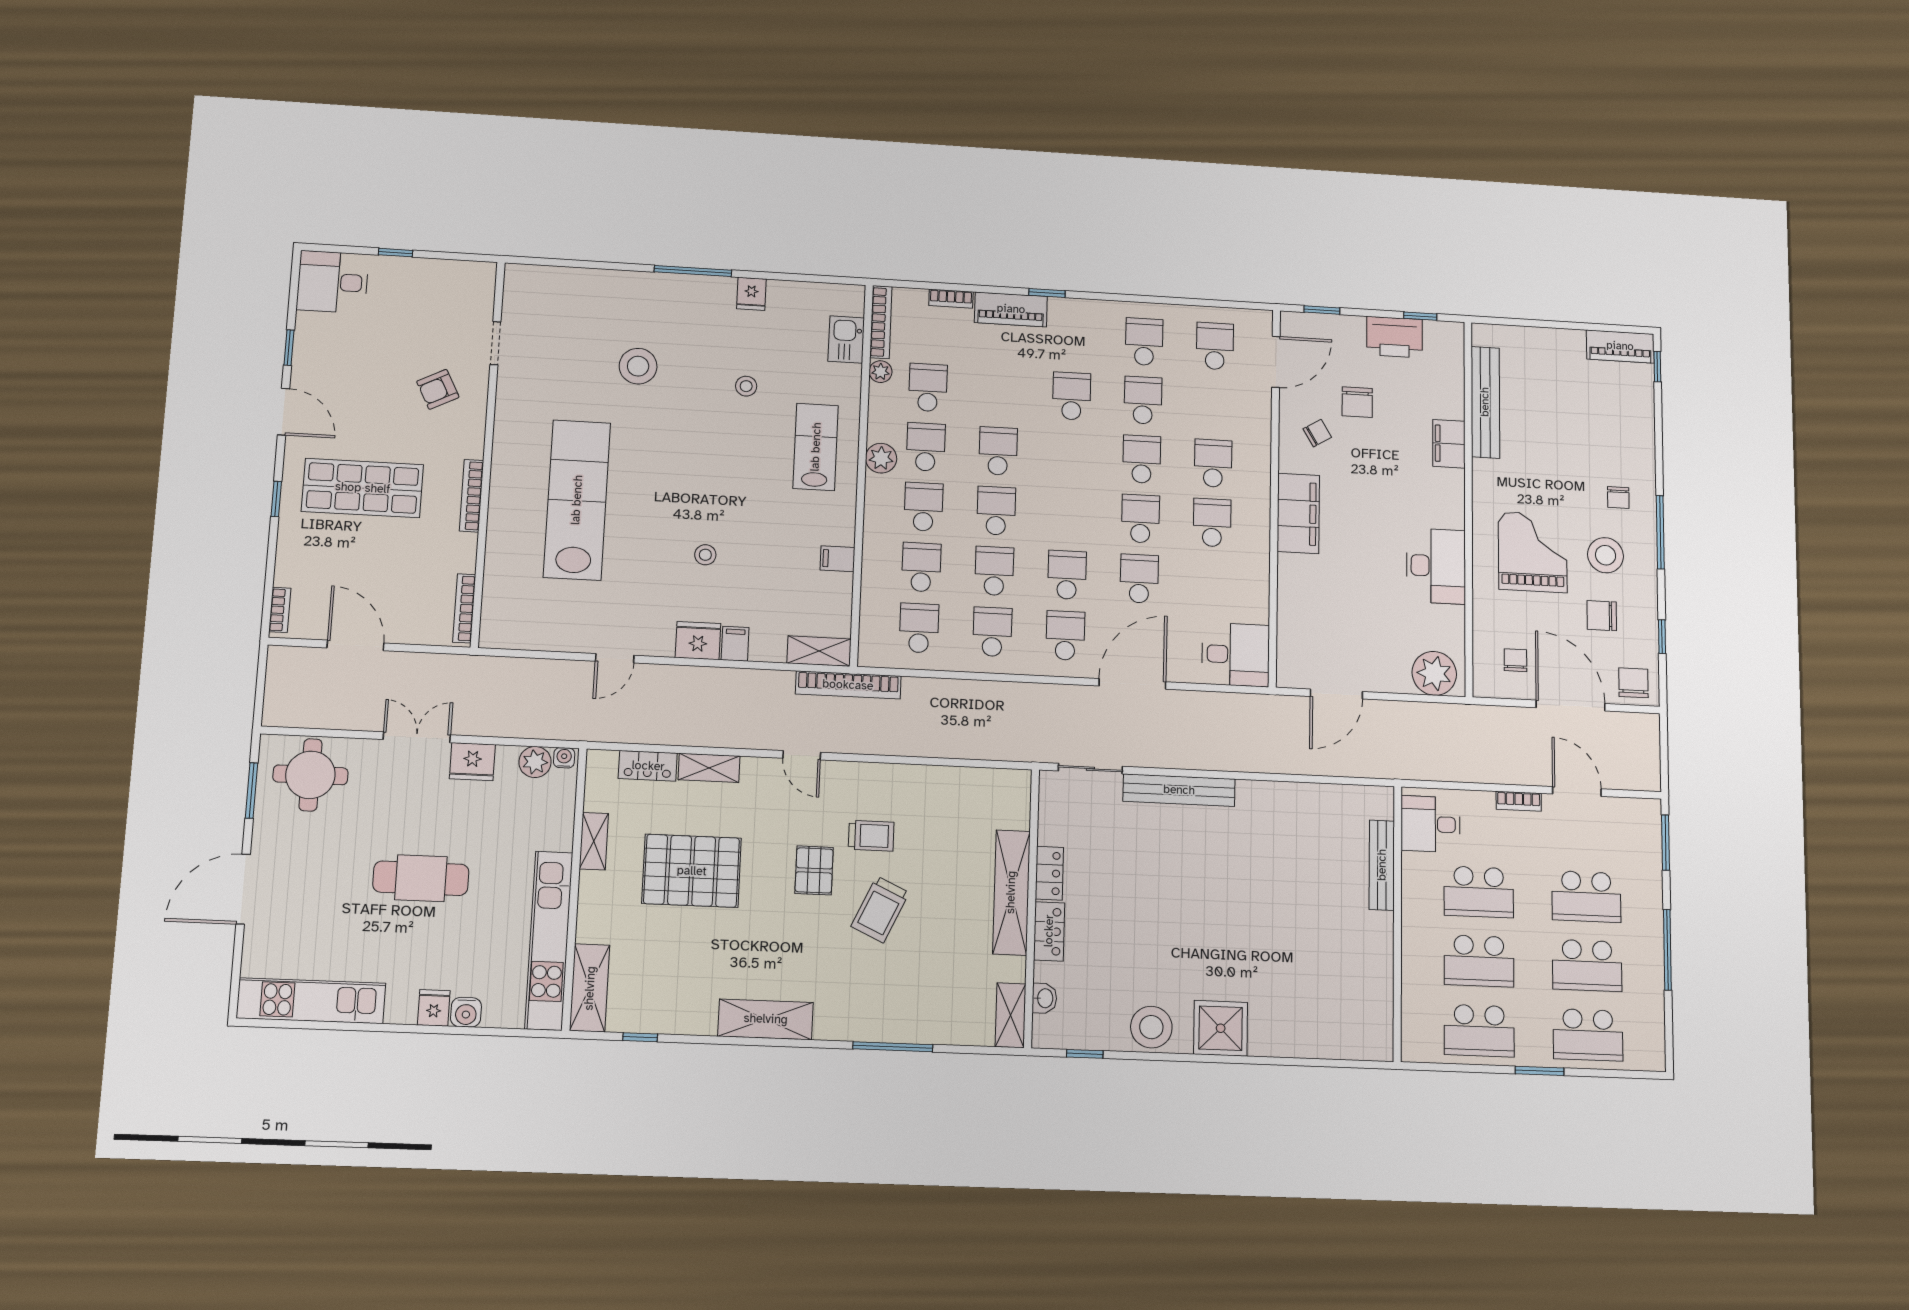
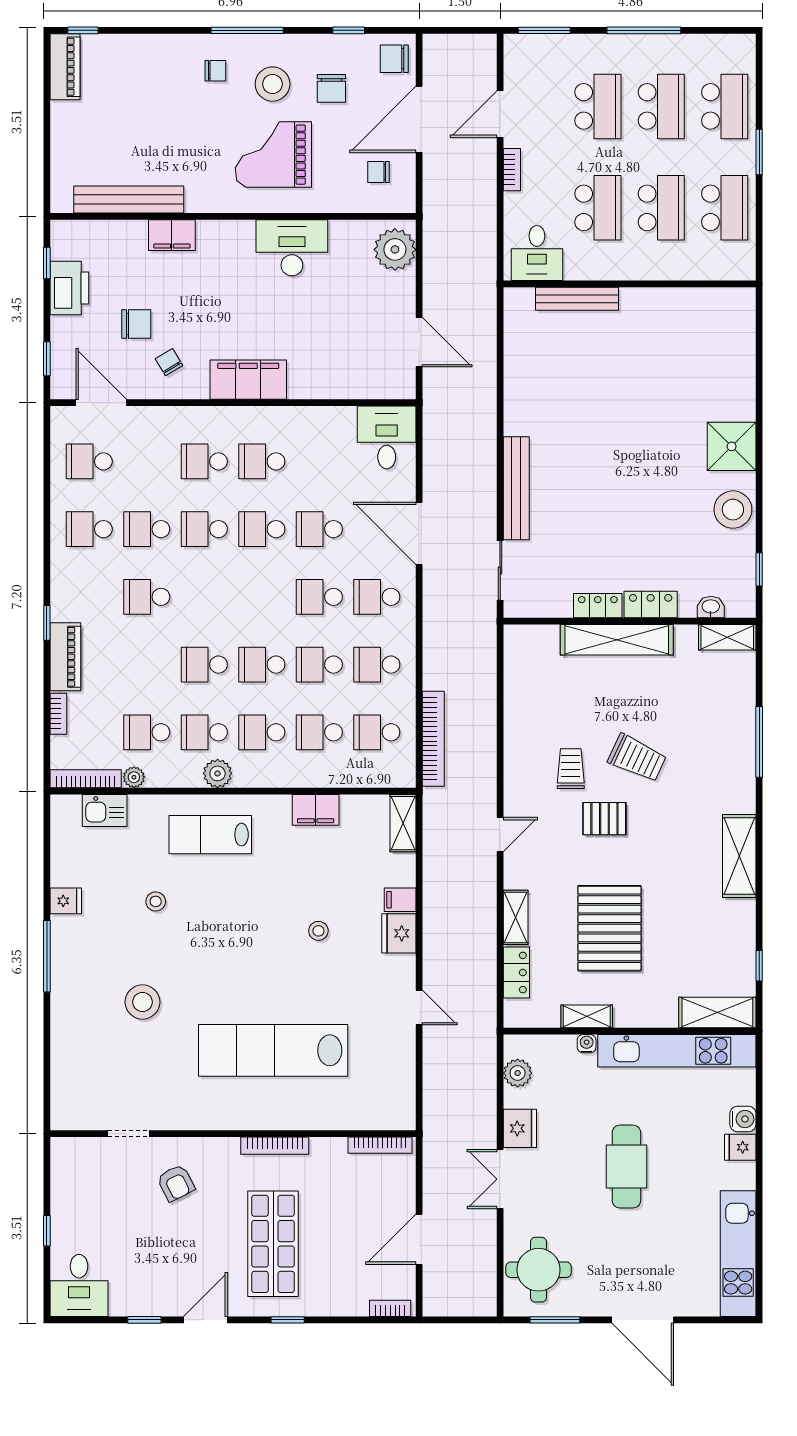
filing cabinet: (837, 559) -> (316, 810), width x2.00
bookcase: (848, 685) -> (433, 739), moved
water cooler: (564, 758) -> (587, 1044), moved, turned 90

